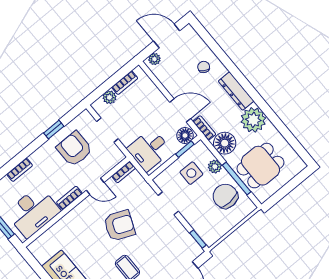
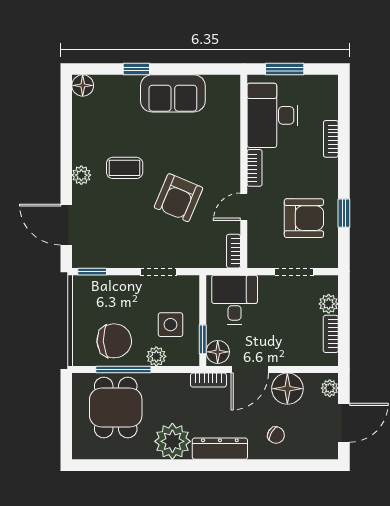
floor lamp: (225, 143) -> (287, 389), moved

